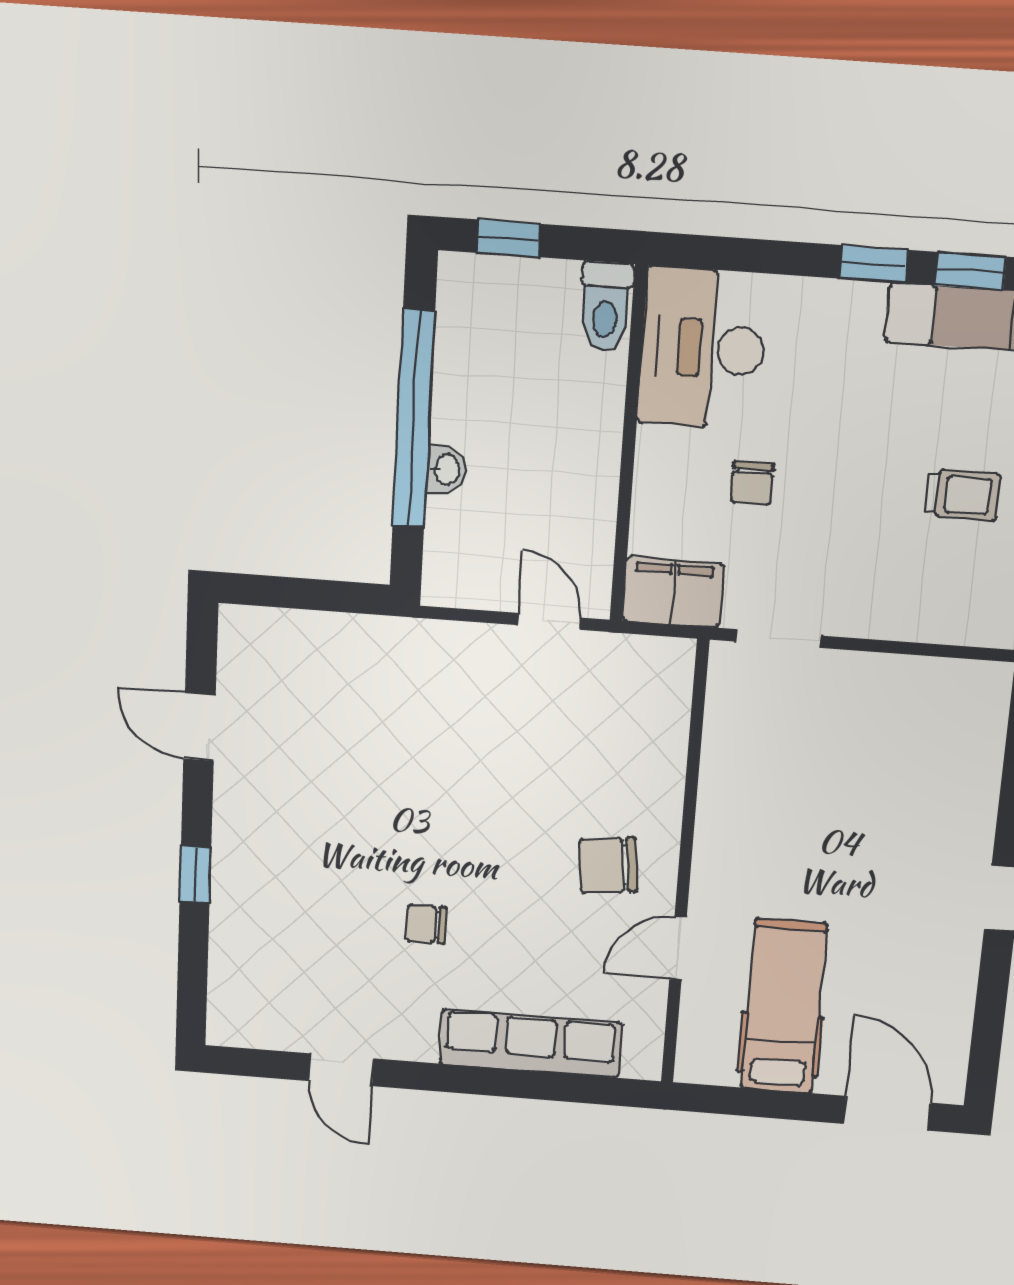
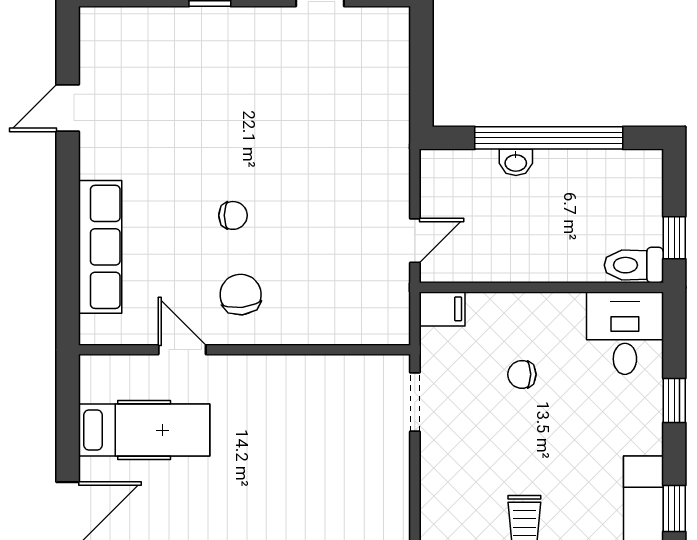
window: (508, 238) -> (674, 238), moved
window: (874, 264) -> (674, 400), moved
desk: (703, 348) -> (625, 333), width x0.73
filing cabinet: (673, 592) -> (442, 309), width x0.50
chair: (426, 924) -> (233, 215), moved, turned 90

